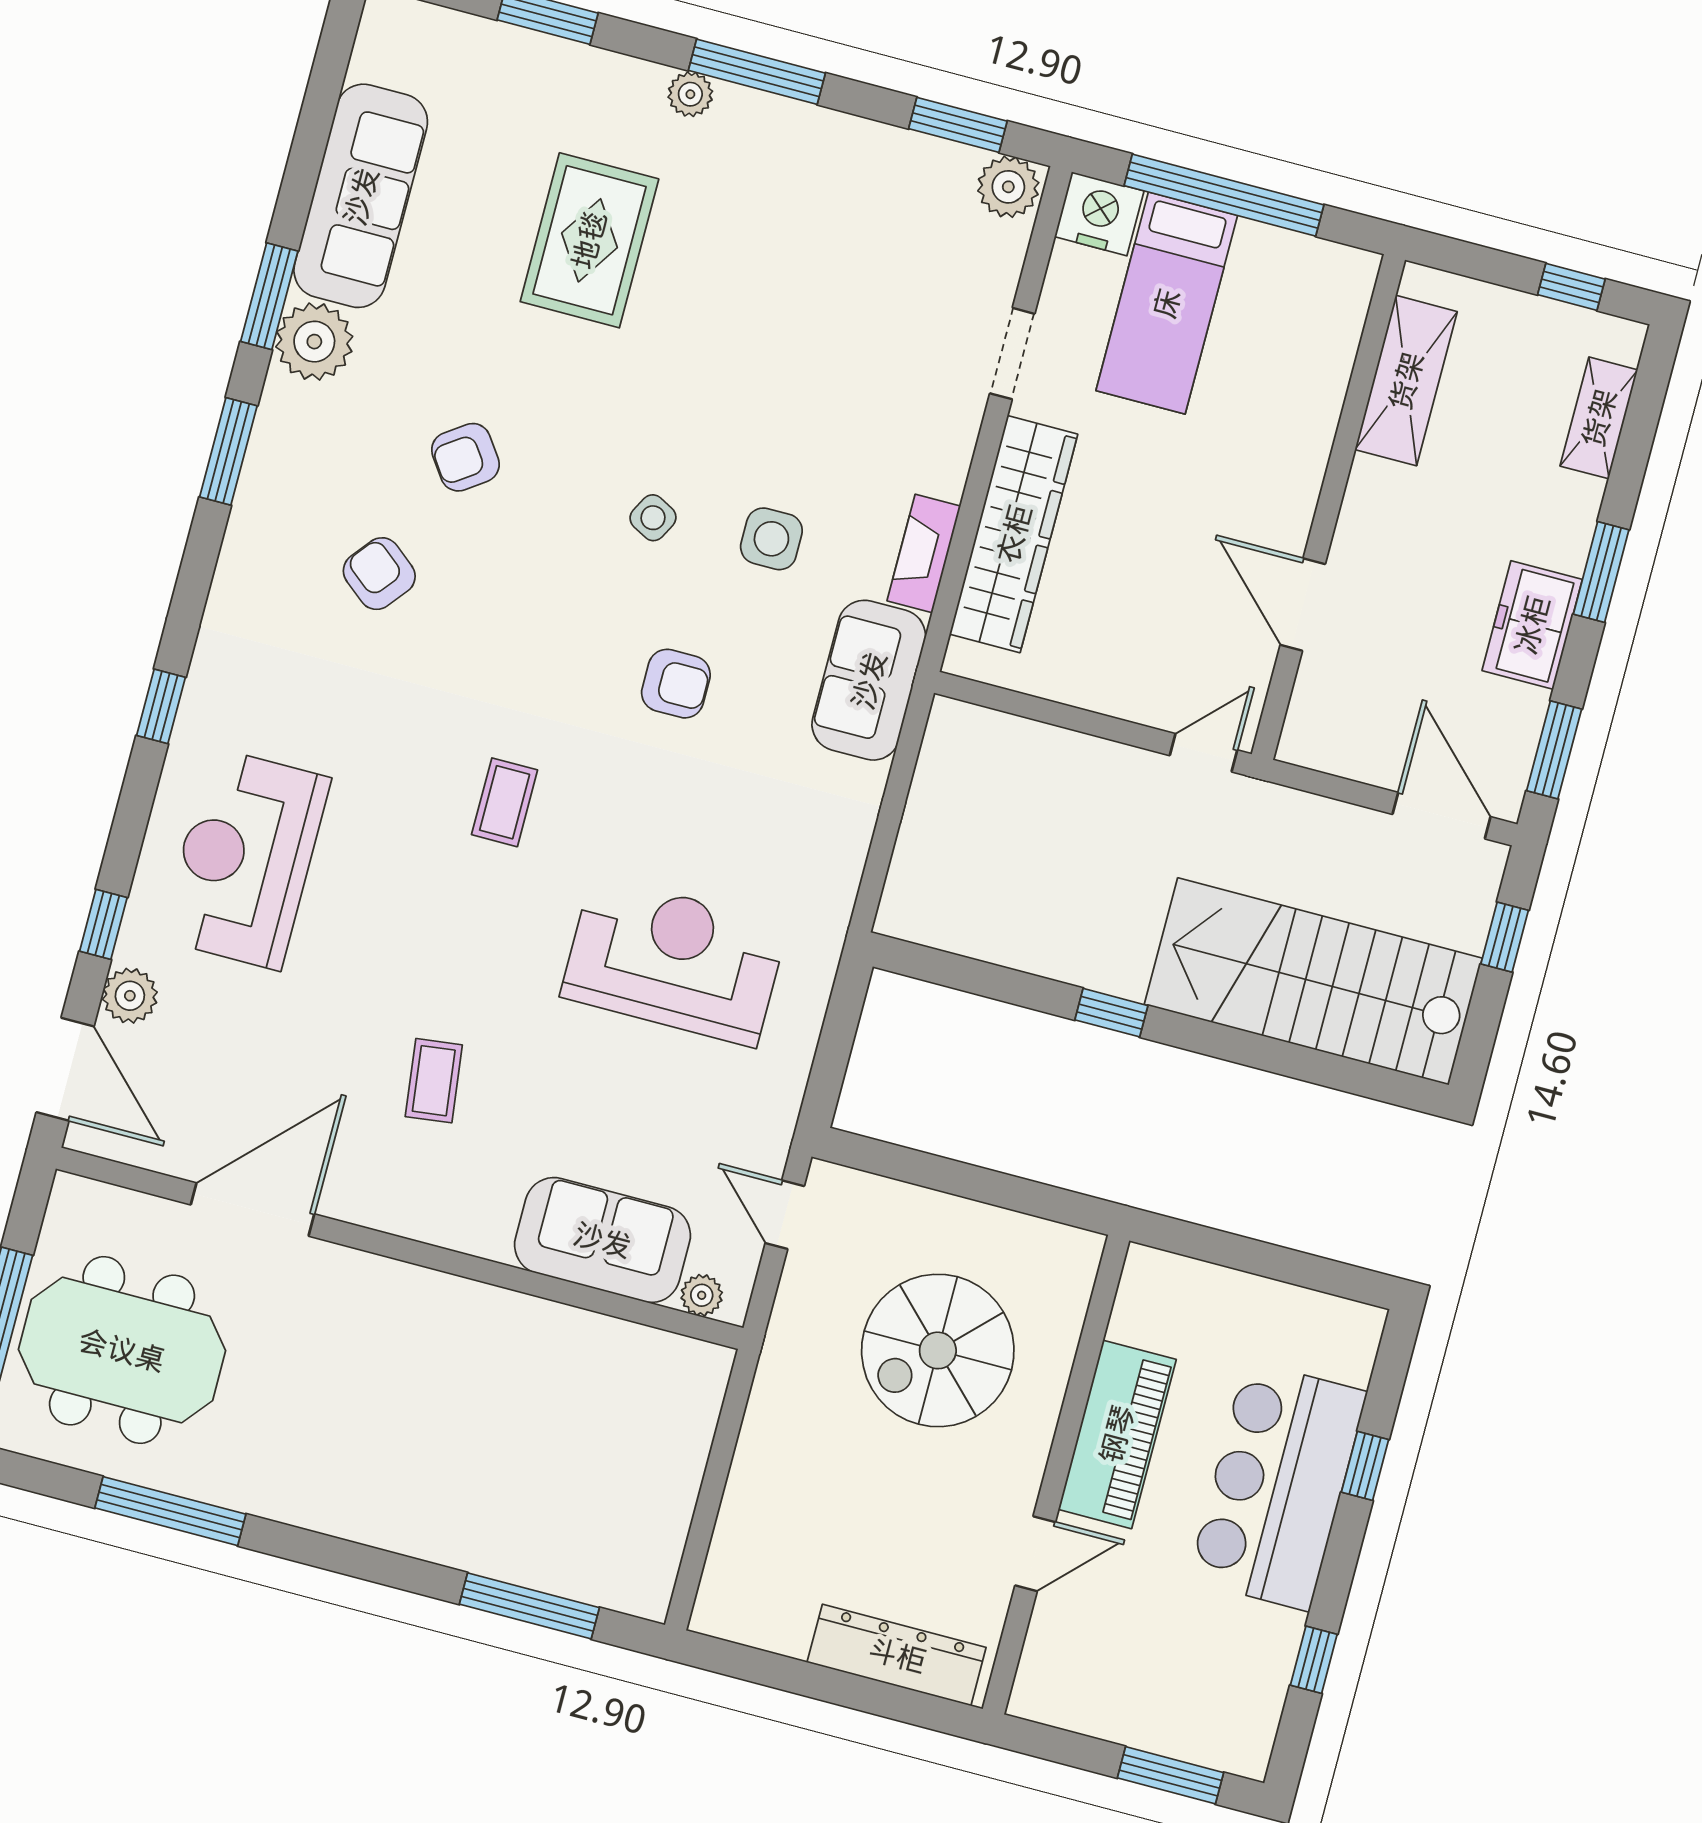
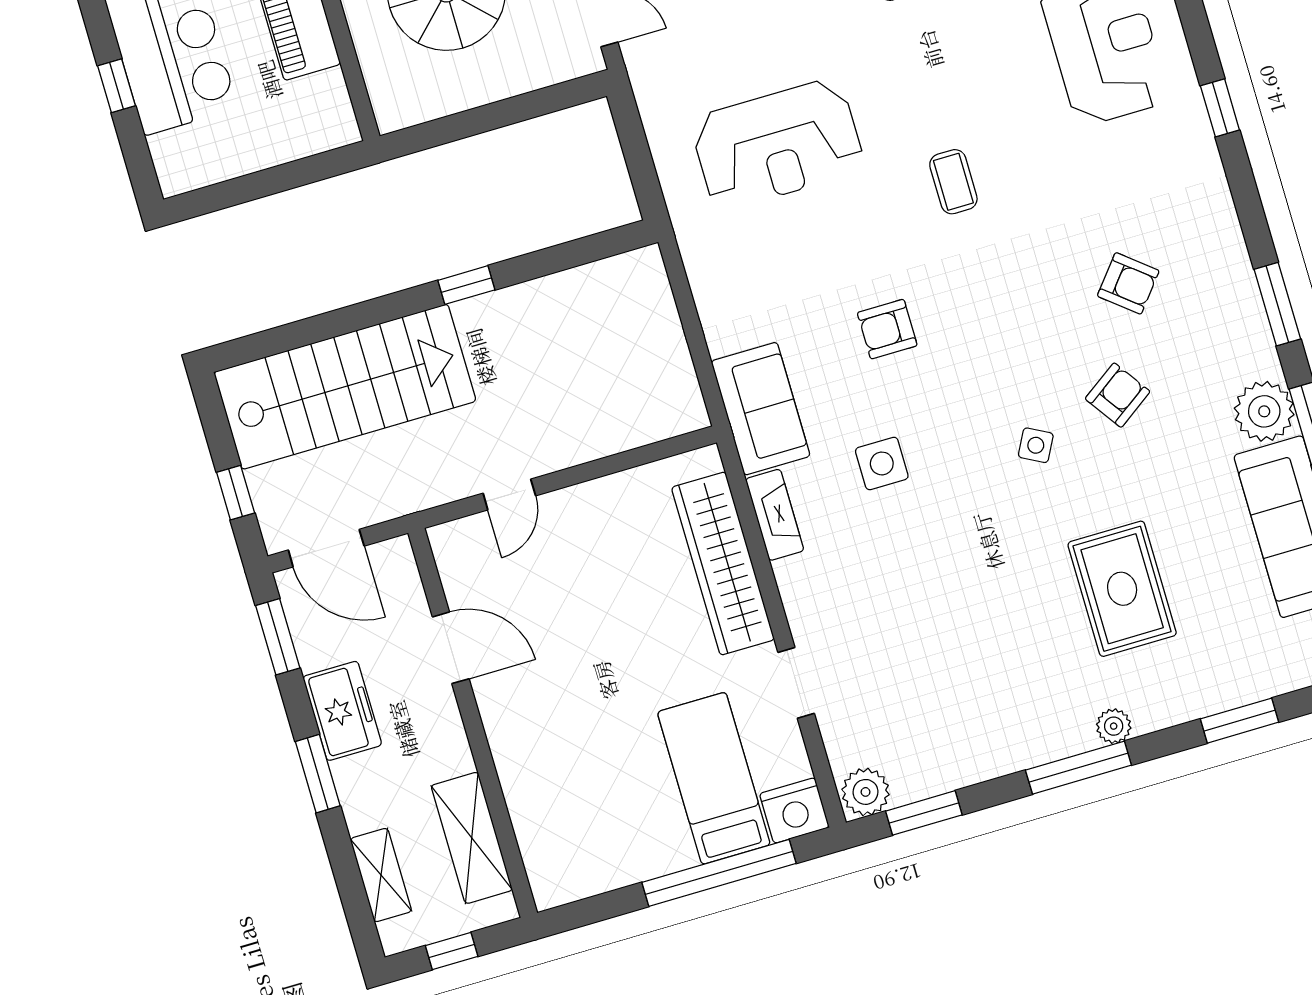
shelving: (1406, 381) -> (472, 838), moved
wall: (1328, 507) -> (473, 723), moved
side table: (653, 518) -> (1036, 445), moved
door: (1303, 605) -> (451, 648), moved

